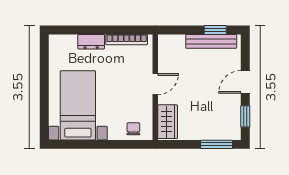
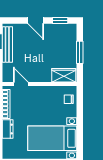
door: (155, 84) -> (21, 84), moved
window: (217, 144) -> (80, 52), moved

